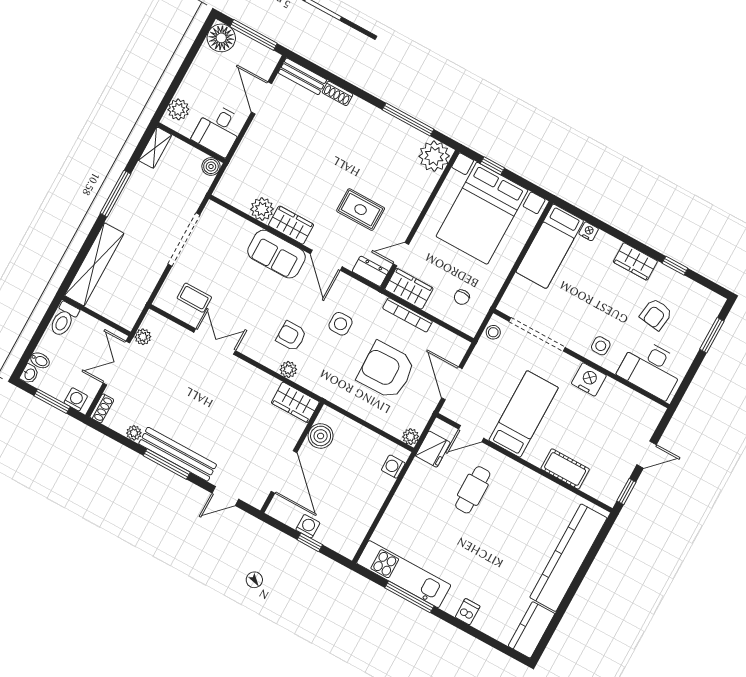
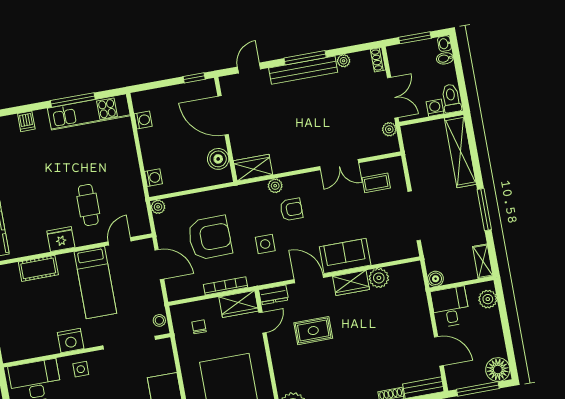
washing machine: (76, 399) -> (435, 108), moved, turned 180
fridge: (433, 449) -> (61, 239), moved, turned 90
washing machine: (308, 526) -> (143, 120), moved, turned -90
window: (310, 542) -> (194, 78), moved

